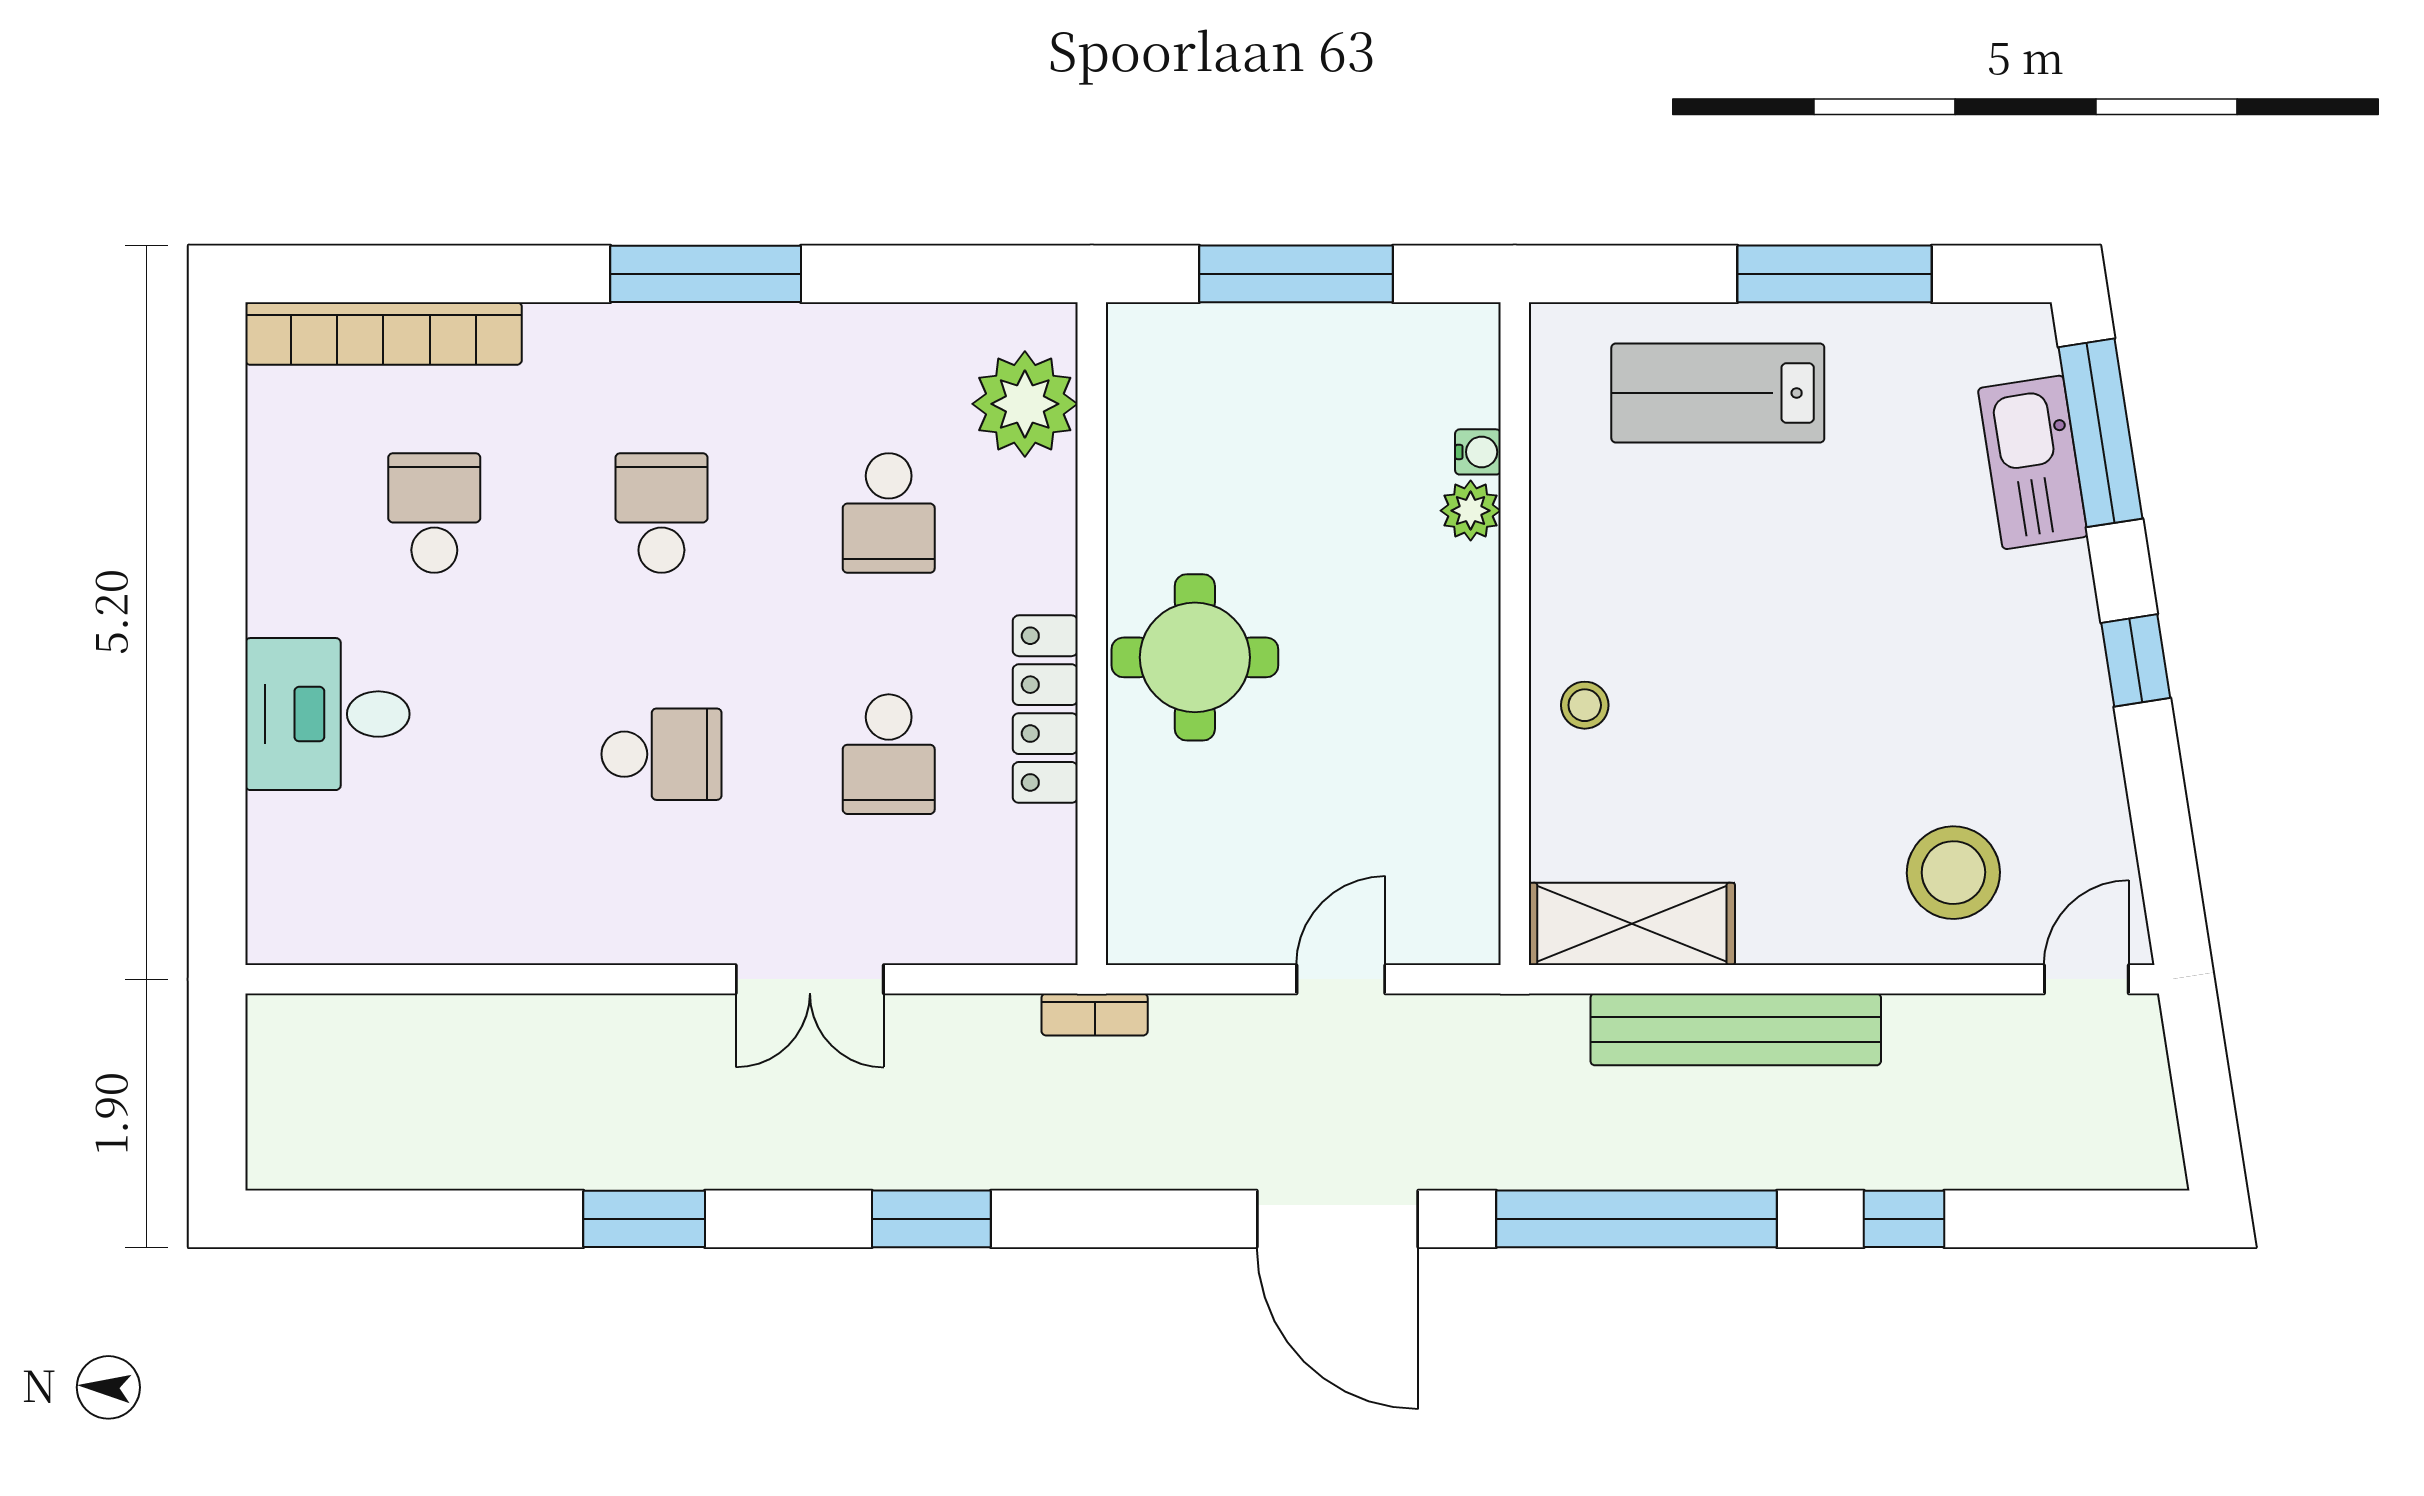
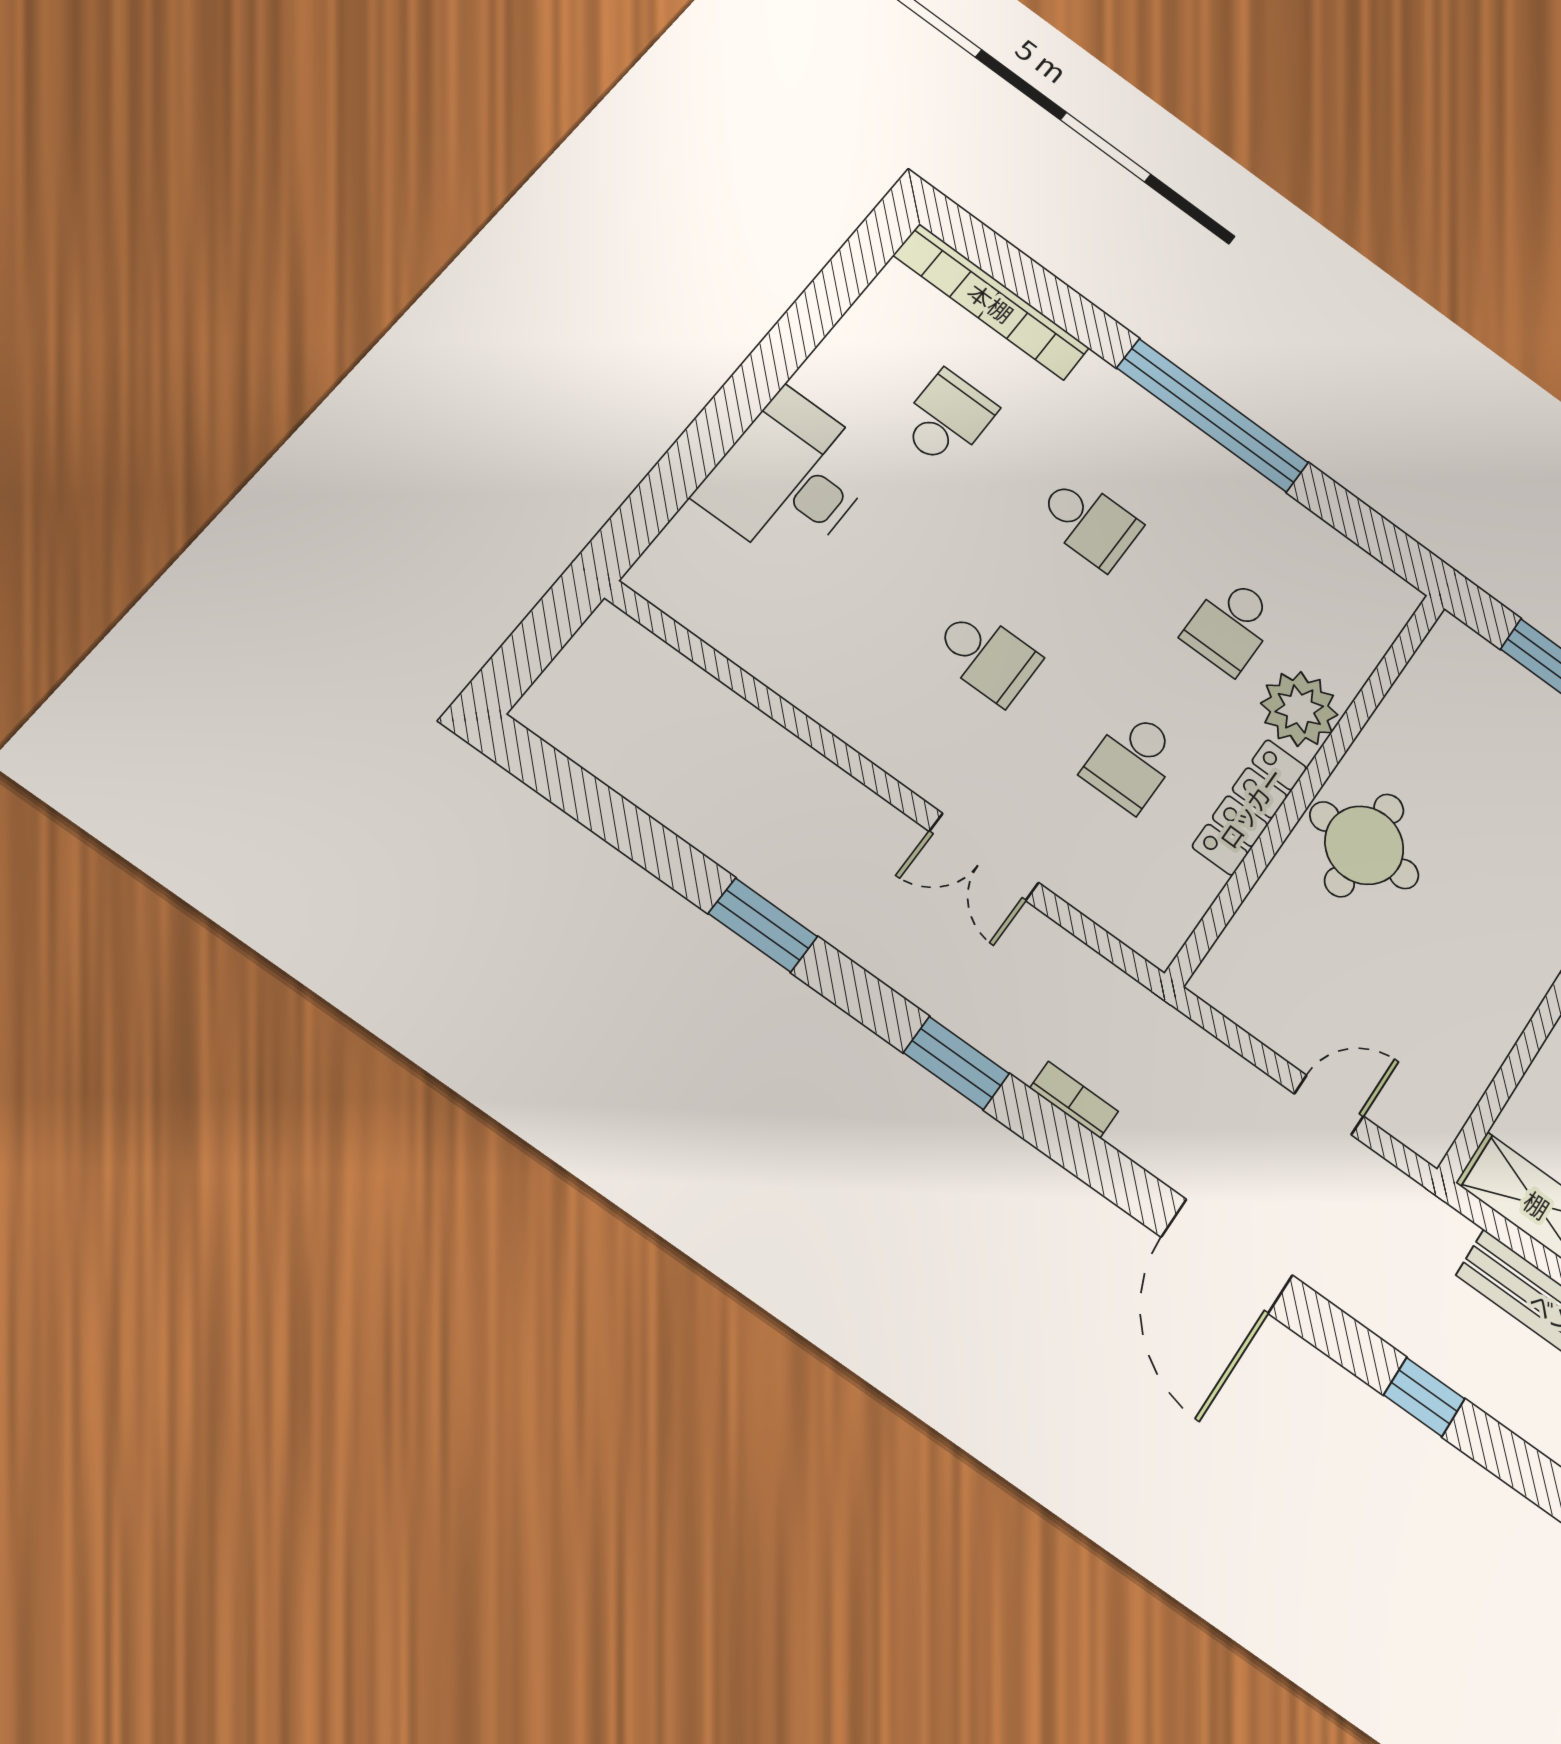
window: (706, 274) -> (1213, 416), width x1.46
plant: (1025, 404) -> (1299, 709), moved
school desk: (661, 513) -> (1089, 522), turned 90
desk: (327, 714) -> (790, 478), width x1.37
bookcase: (1095, 1014) -> (1074, 1100), moved, turned 180
window: (1637, 1219) -> (1424, 1397), width x0.32

